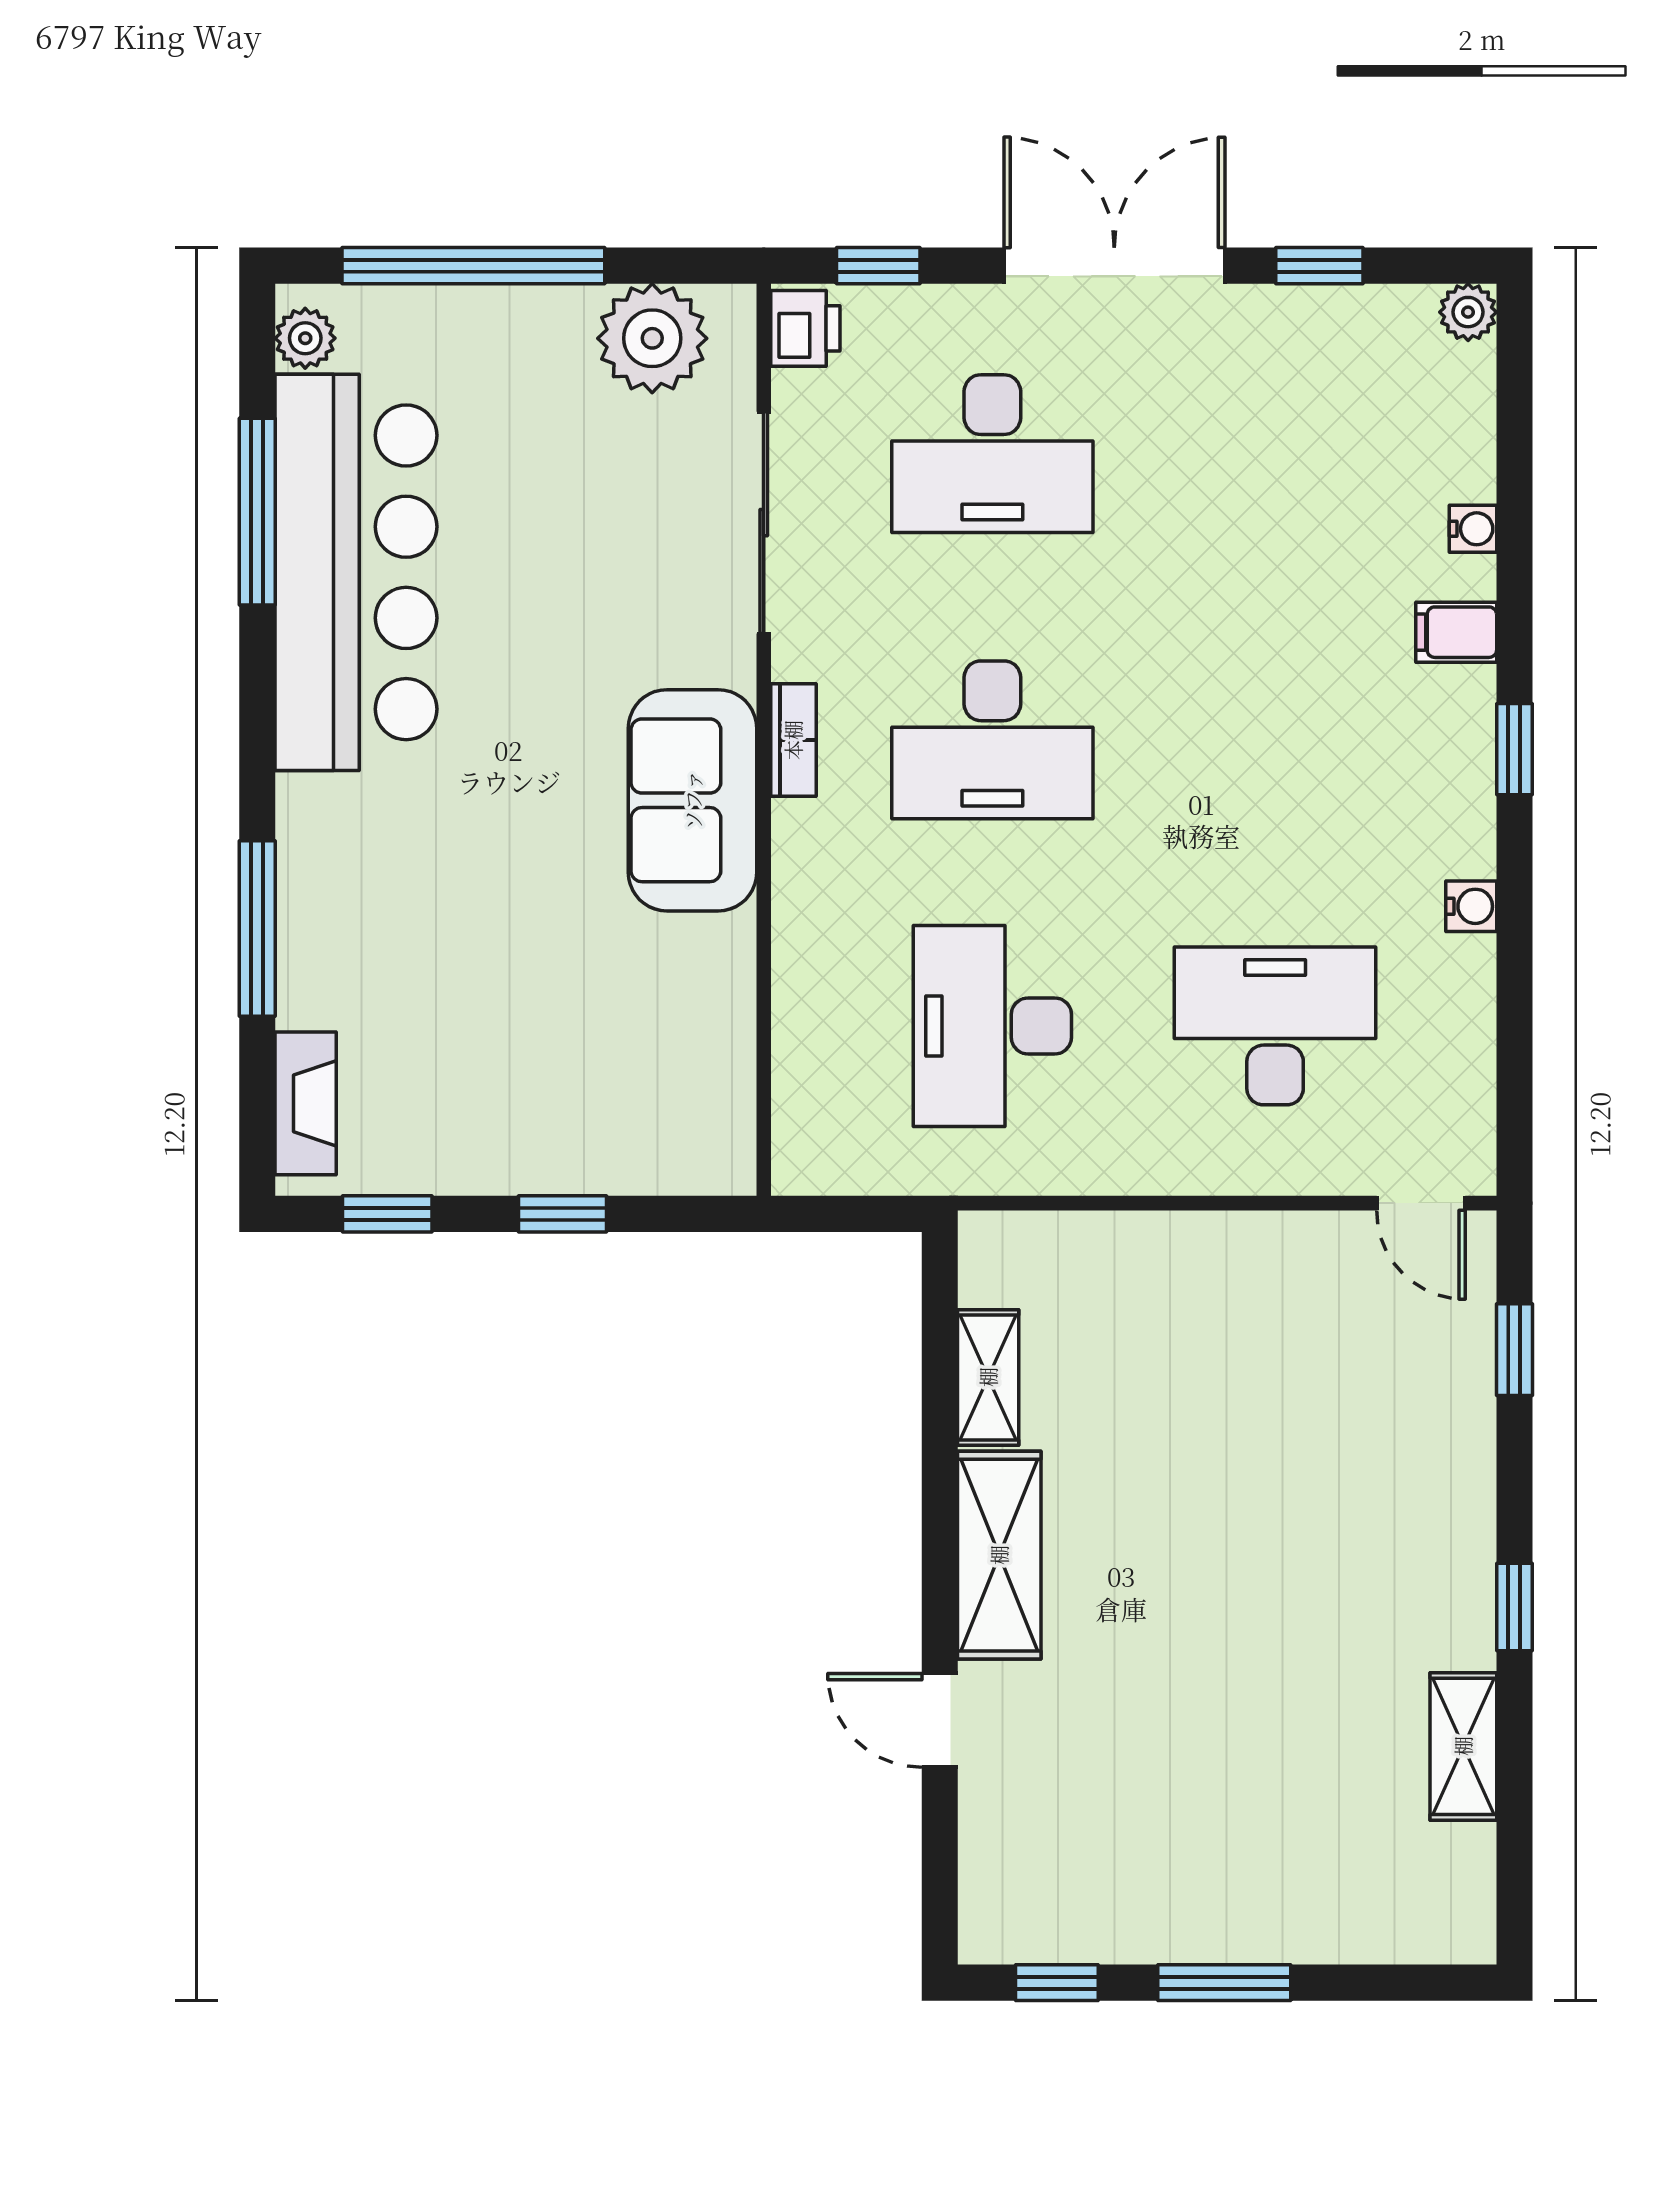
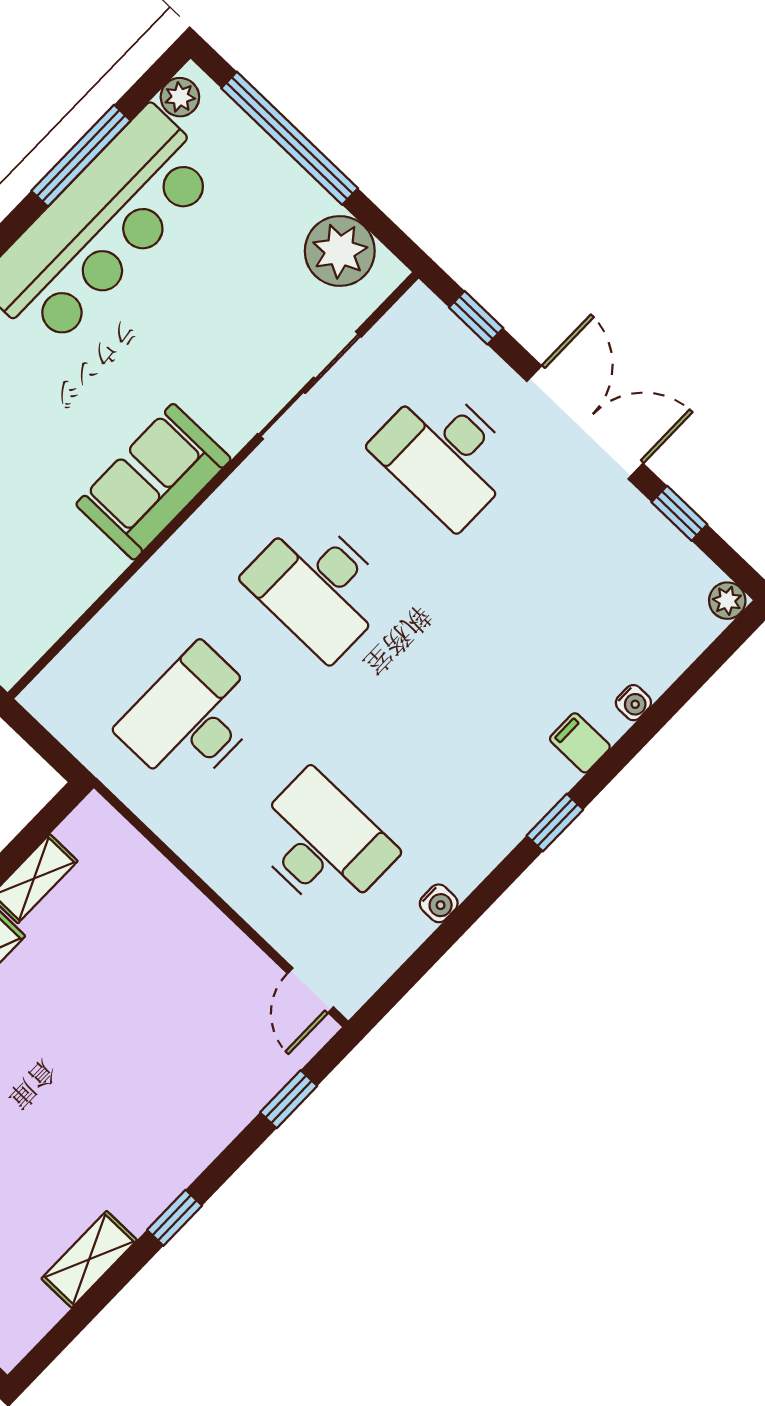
printer: (805, 328) -> (415, 314), removed
bookcase: (793, 740) -> (227, 499), removed
water cooler: (1471, 906) -> (439, 903), moved

